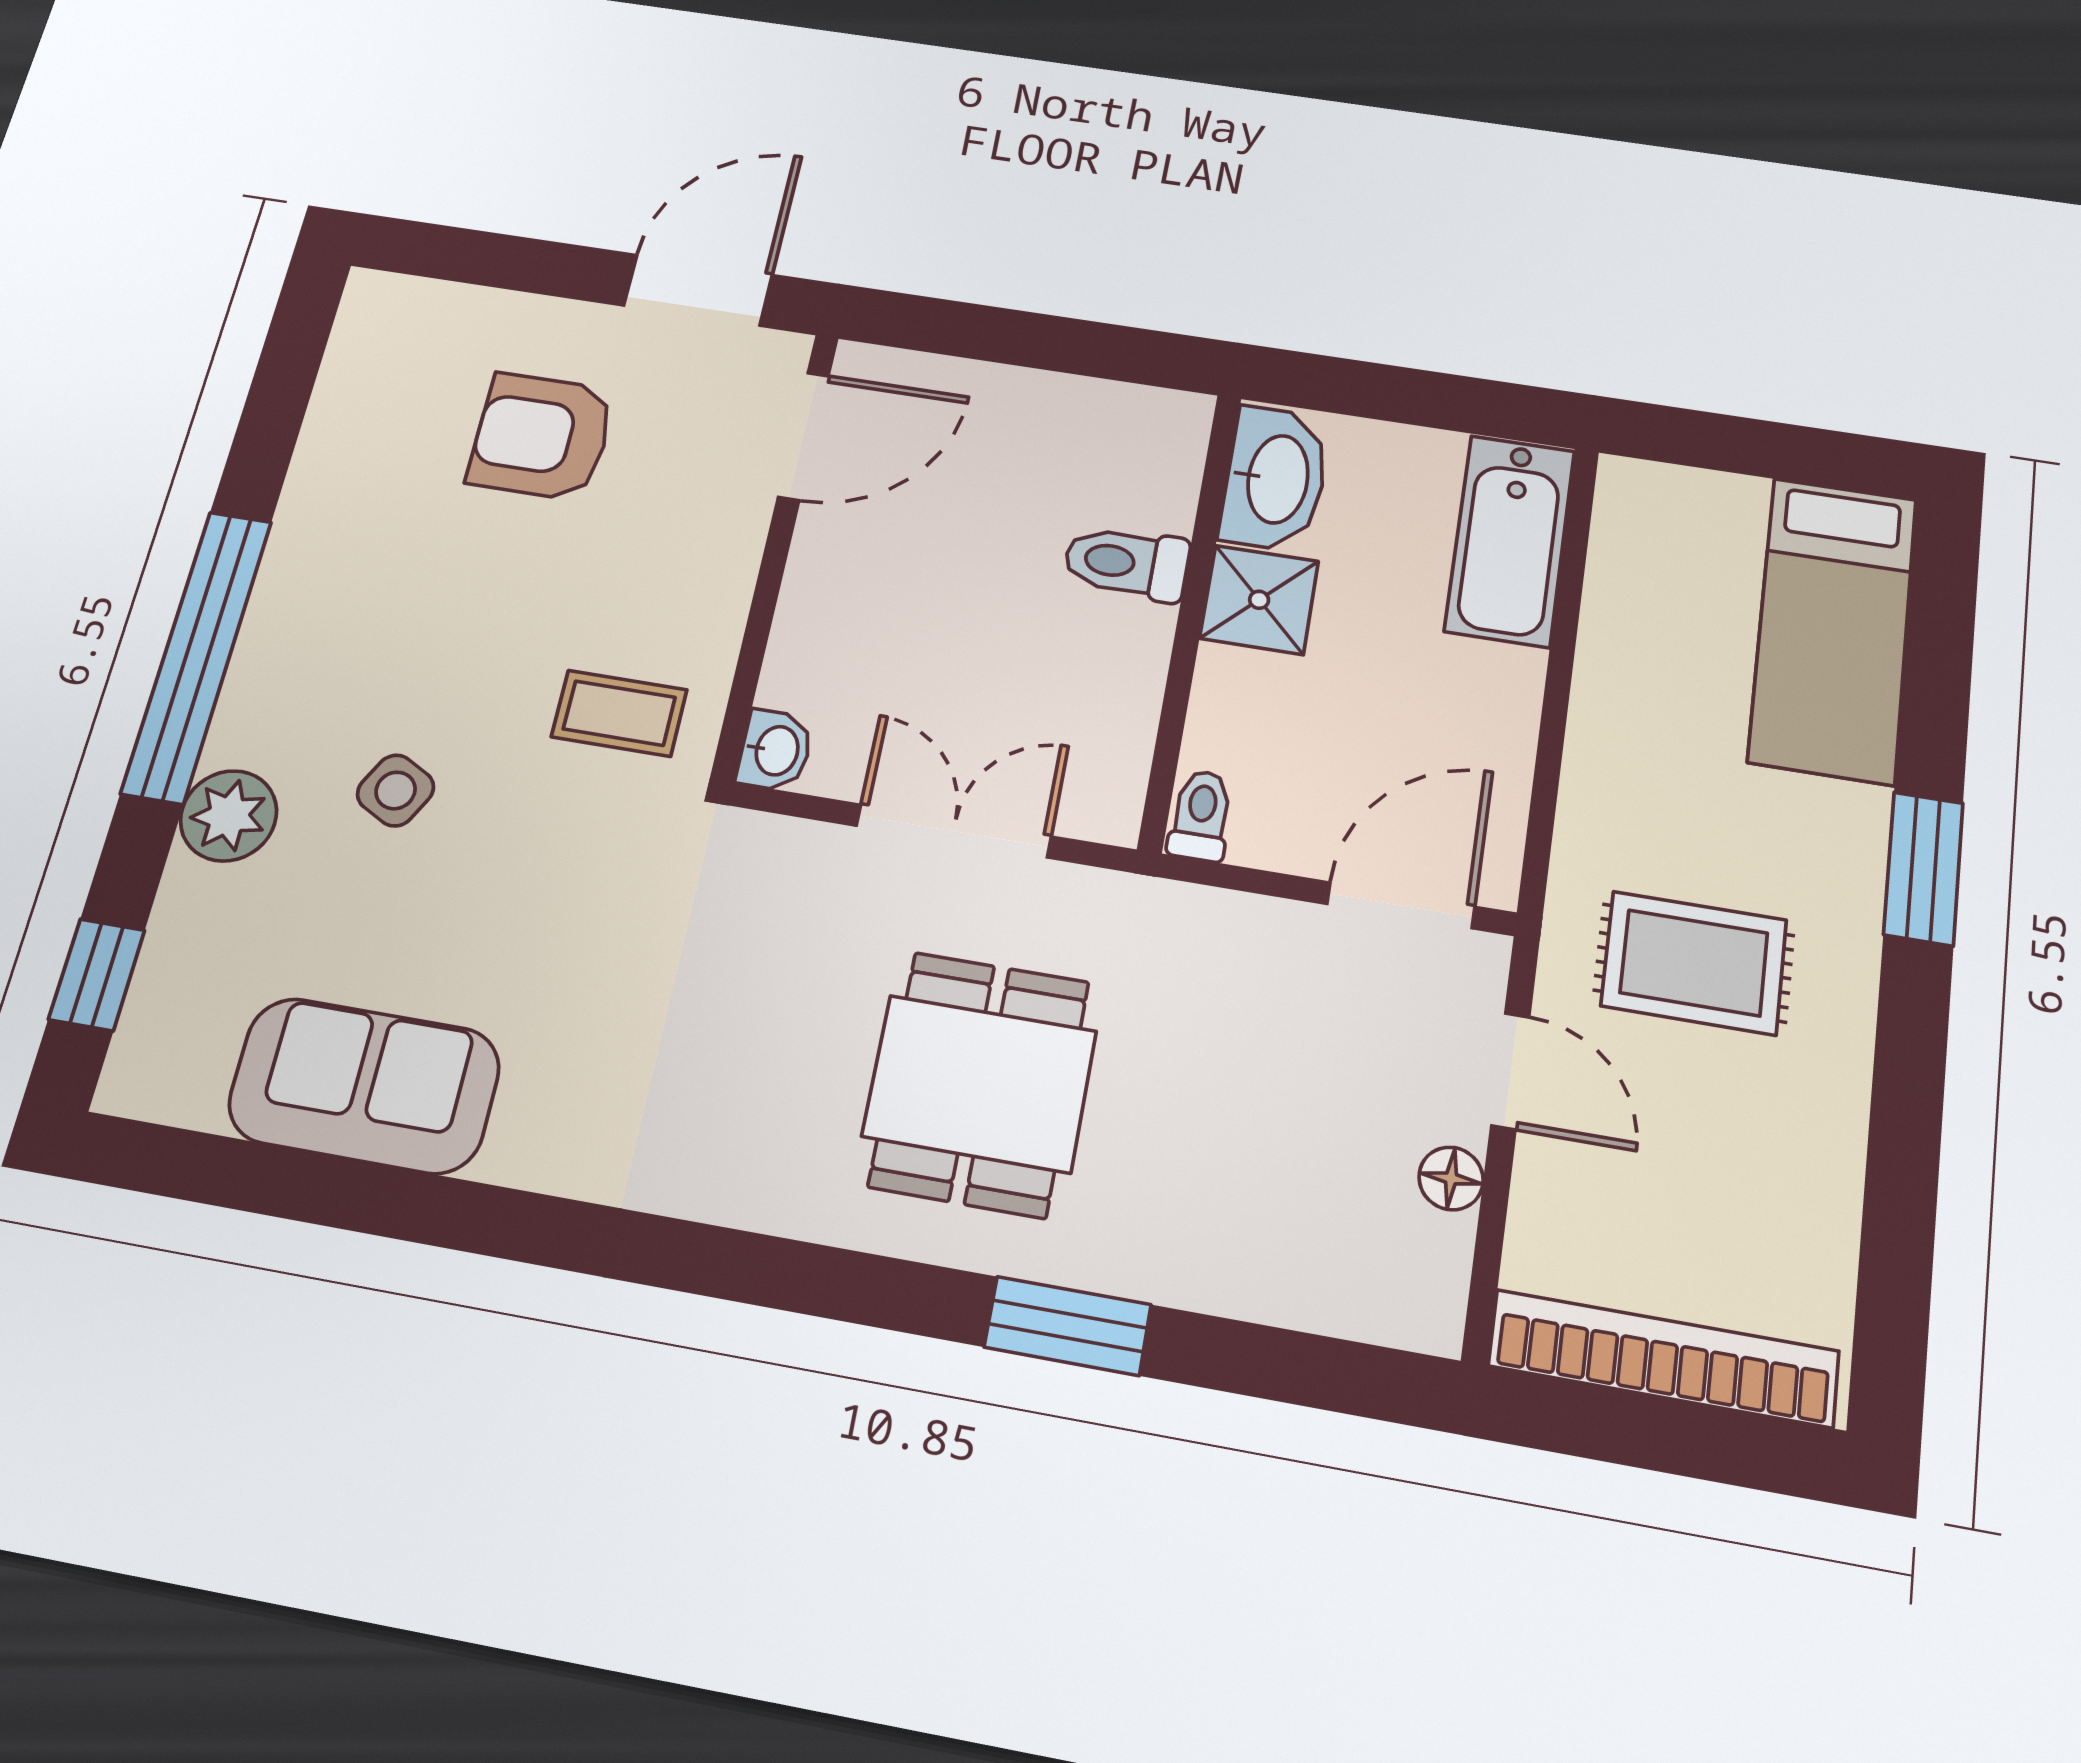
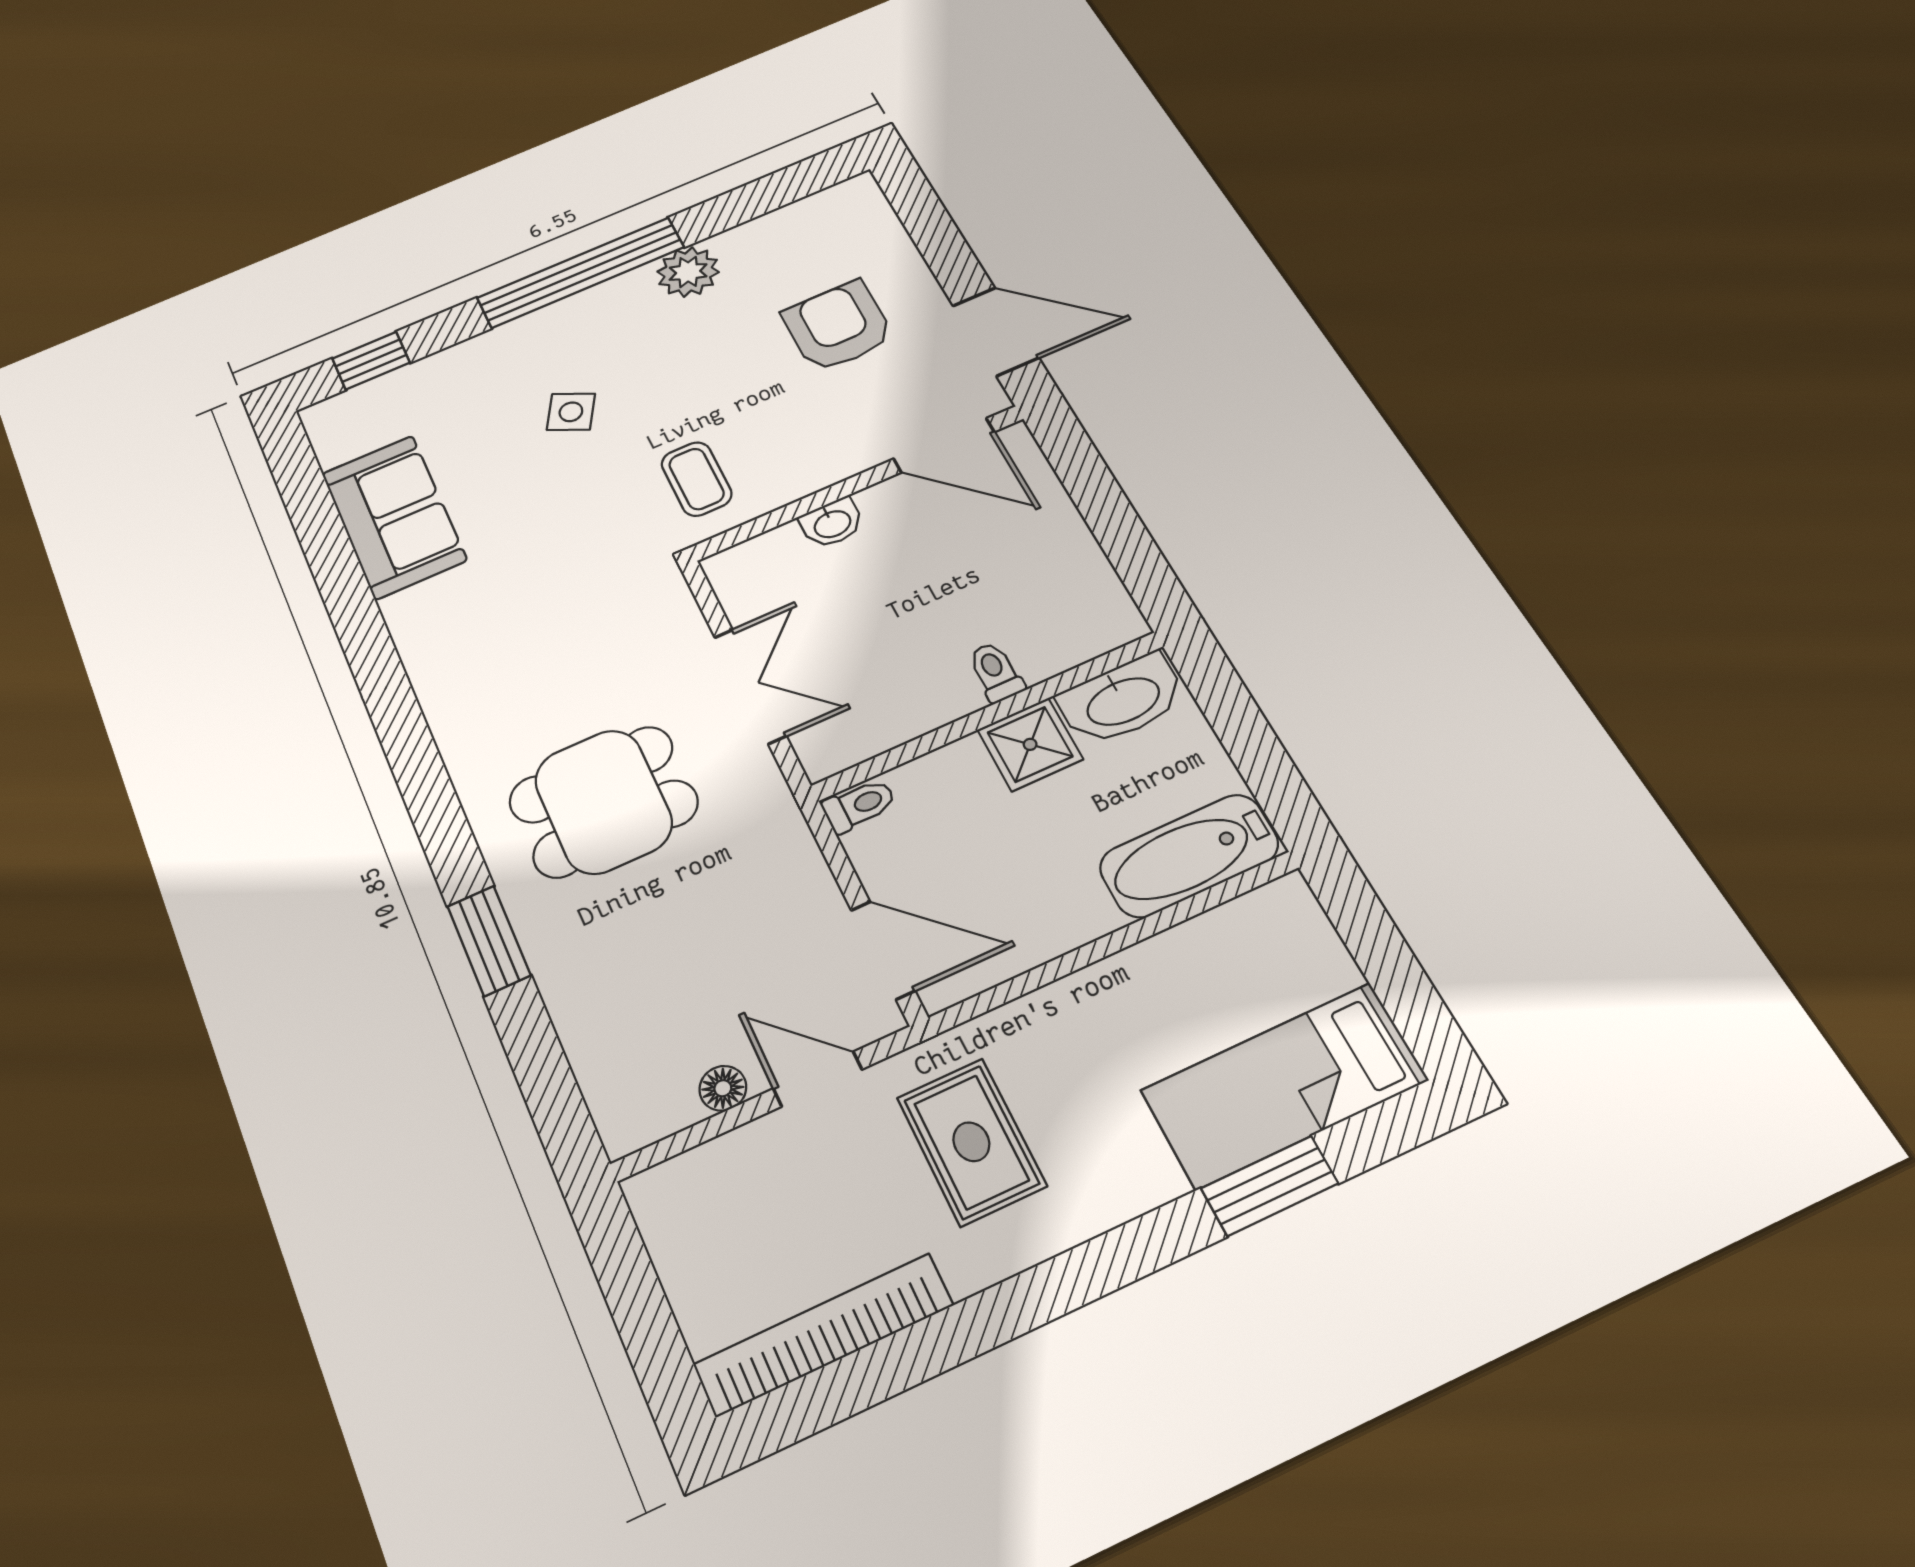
toilet: (1126, 563) -> (996, 672), width x0.73, depth x0.72
washbasin: (775, 750) -> (832, 523), moved
plant: (229, 816) -> (688, 272), moved
window: (1923, 868) -> (1269, 1186), moved
door: (1510, 1071) -> (818, 1079), swing flipped
bookcase: (1663, 1358) -> (823, 1335), moved, turned -90

